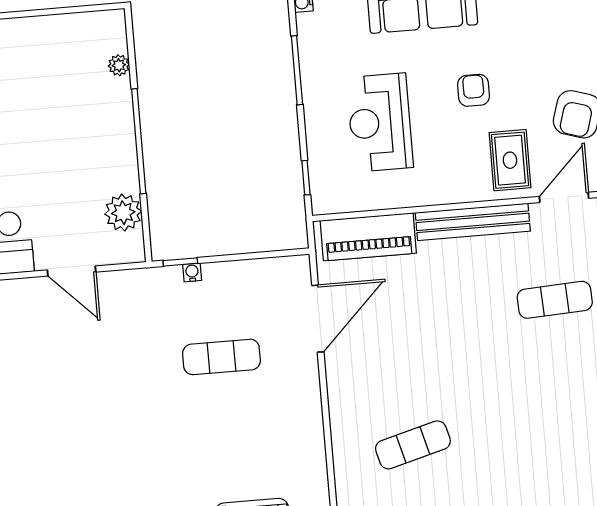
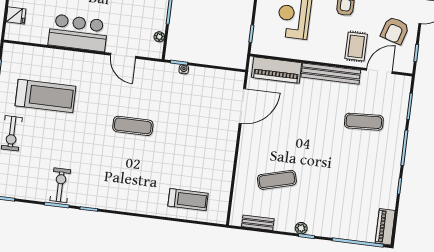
plant: (123, 213) -> (159, 37), width x0.53, depth x0.53
exercise mat: (221, 357) -> (133, 126), moved

